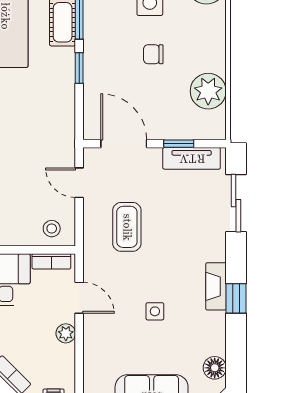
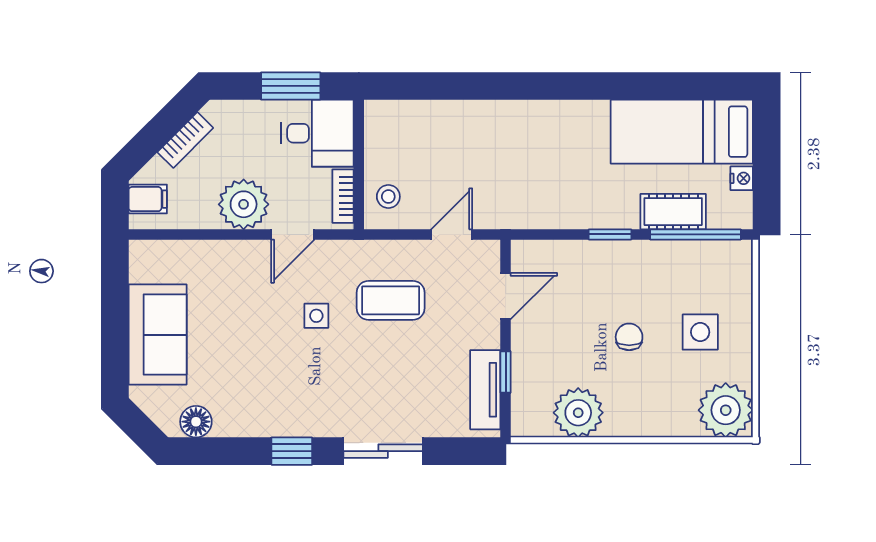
door: (124, 144) -> (506, 296), width x0.73
sliding door: (236, 203) -> (383, 451), moved
fireplace: (216, 286) -> (308, 423), removed
side table: (155, 311) -> (316, 316), moved
plant: (66, 333) -> (244, 204), width x1.87, depth x1.87

